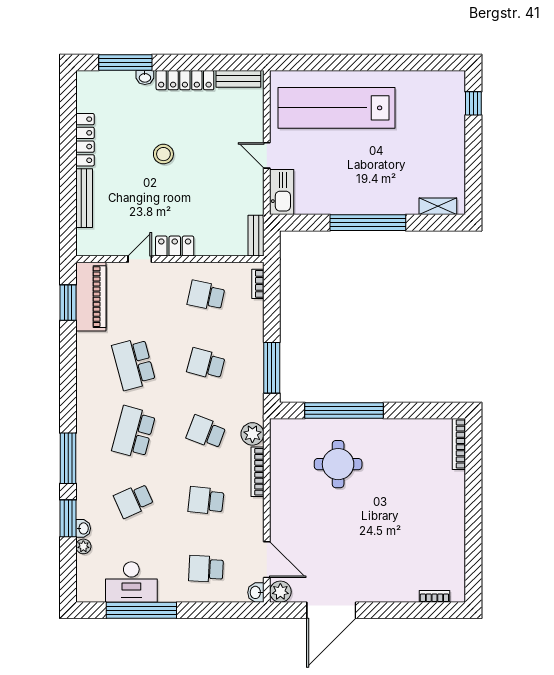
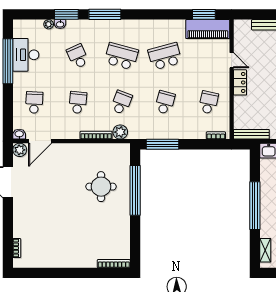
bench: (256, 236) -> (251, 134), width x1.36

